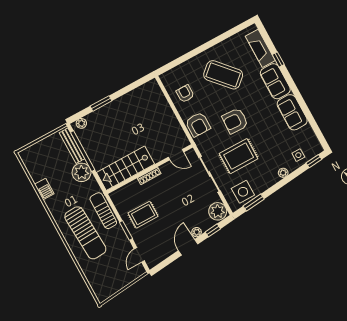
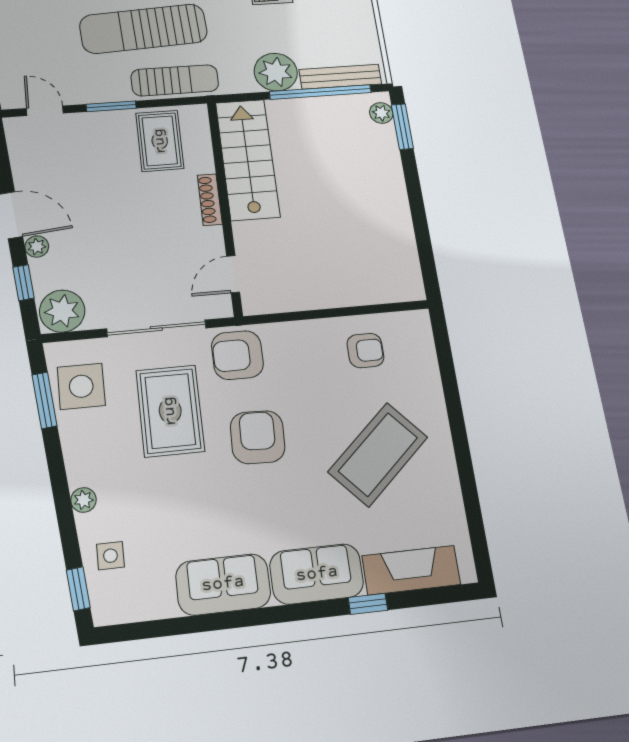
window: (101, 103) -> (402, 127), moved
armchair: (198, 124) -> (237, 355), moved
rug: (143, 215) -> (160, 141), moved

